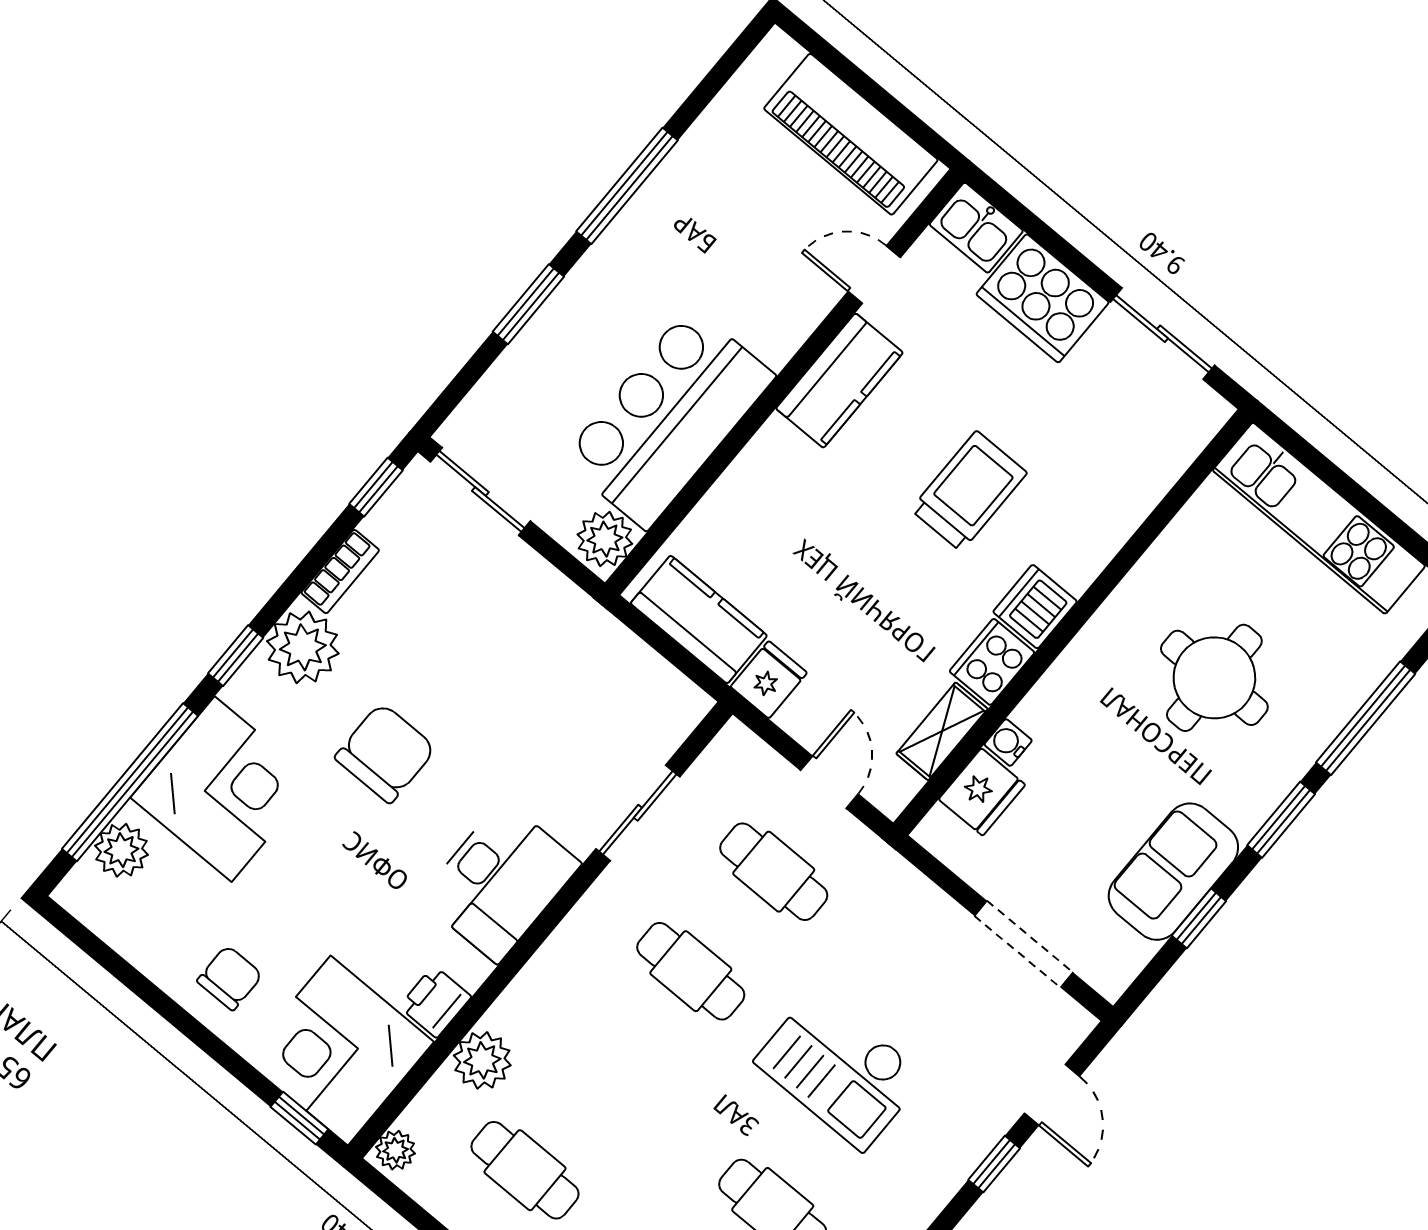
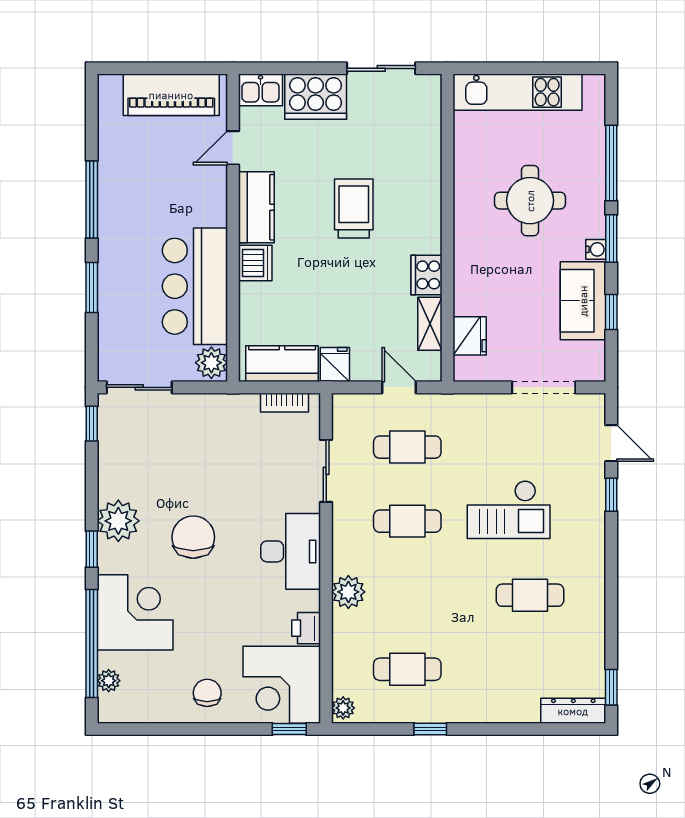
bookcase: (340, 572) -> (284, 403), moved, turned 90
dishwasher: (1035, 607) -> (255, 263), moved, turned 180
water cooler: (1008, 743) -> (596, 249), moved, turned 180
plant: (121, 850) -> (109, 681), width x0.73, depth x0.73
plant: (482, 1060) -> (348, 592), moved

